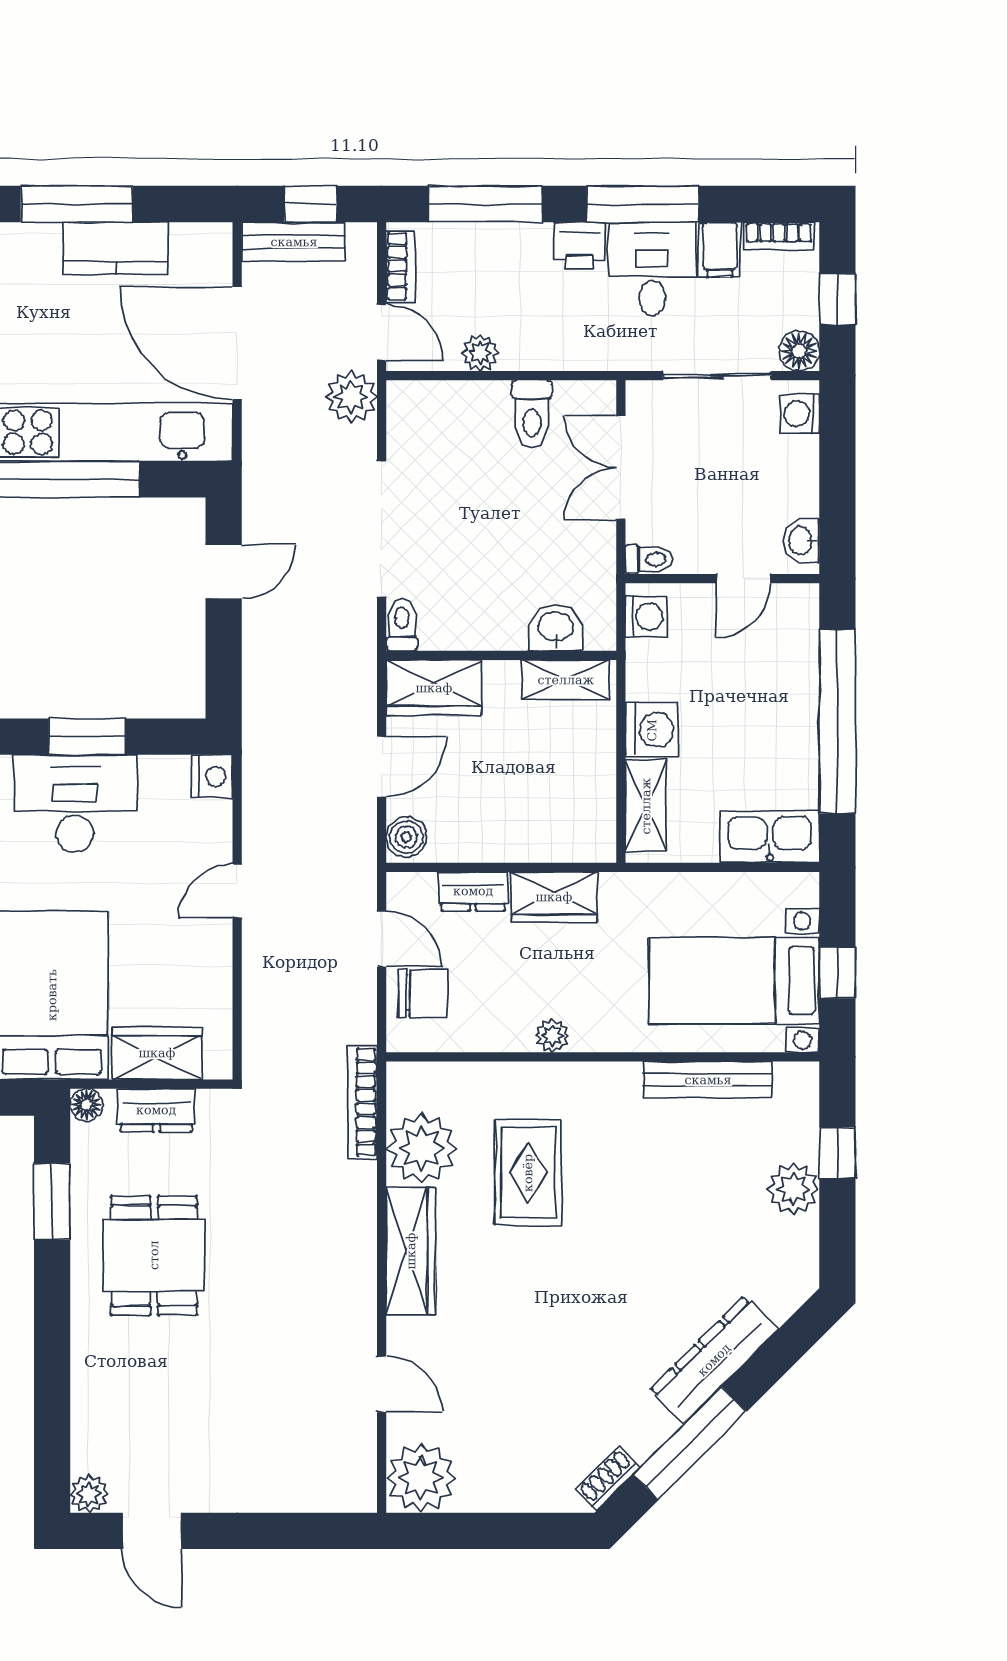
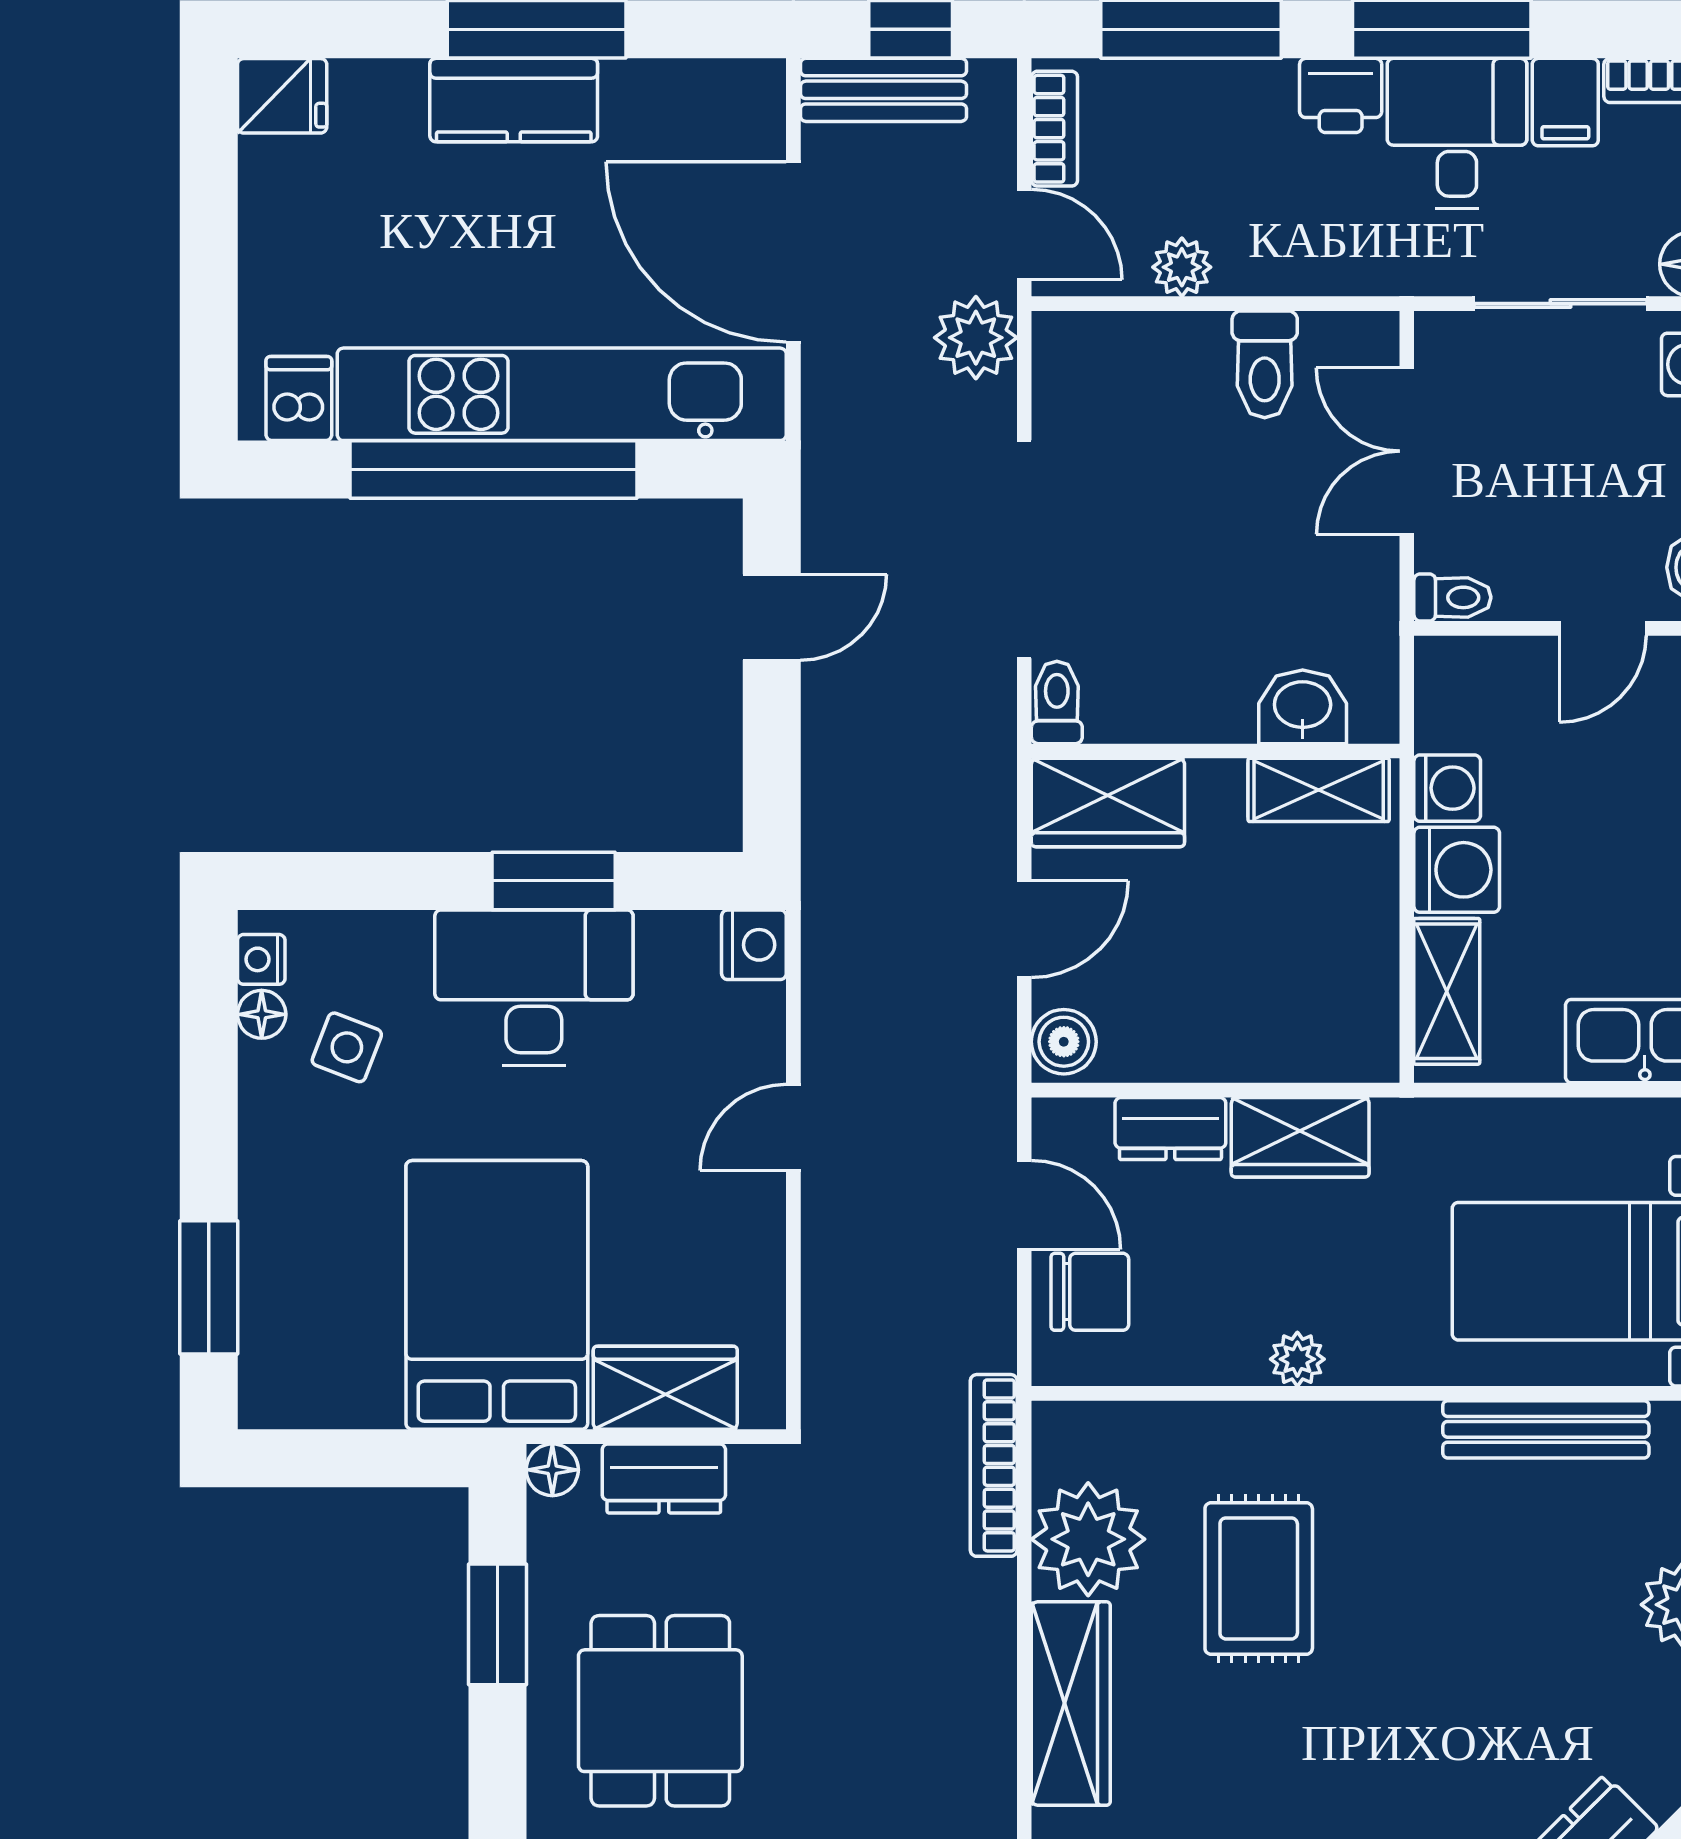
kitchen counter: (115, 248) -> (514, 100), moved
washing machine: (646, 617) -> (1447, 788), moved

